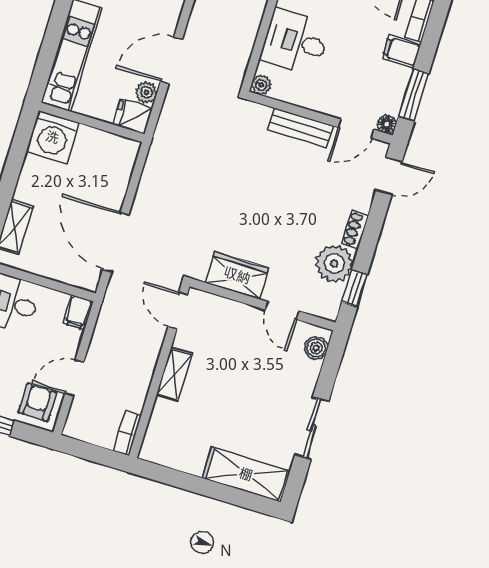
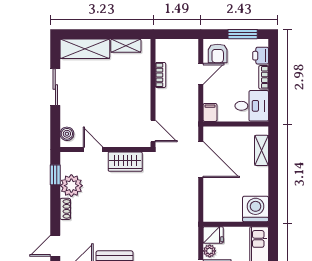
shelving: (174, 374) -> (126, 46), moved, turned 90
bookcase: (127, 433) -> (161, 75), moved

